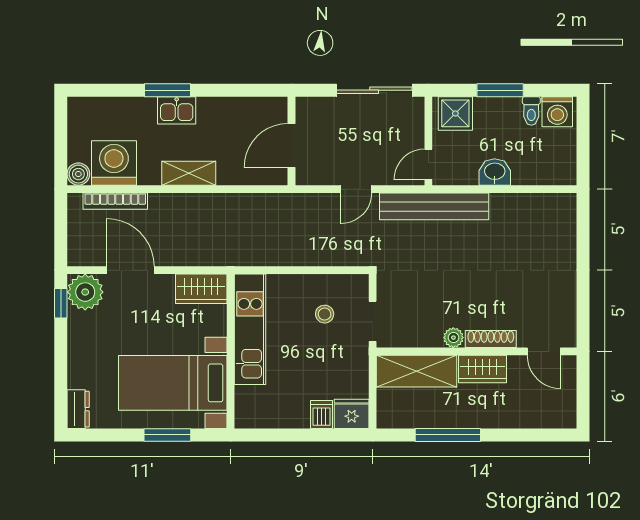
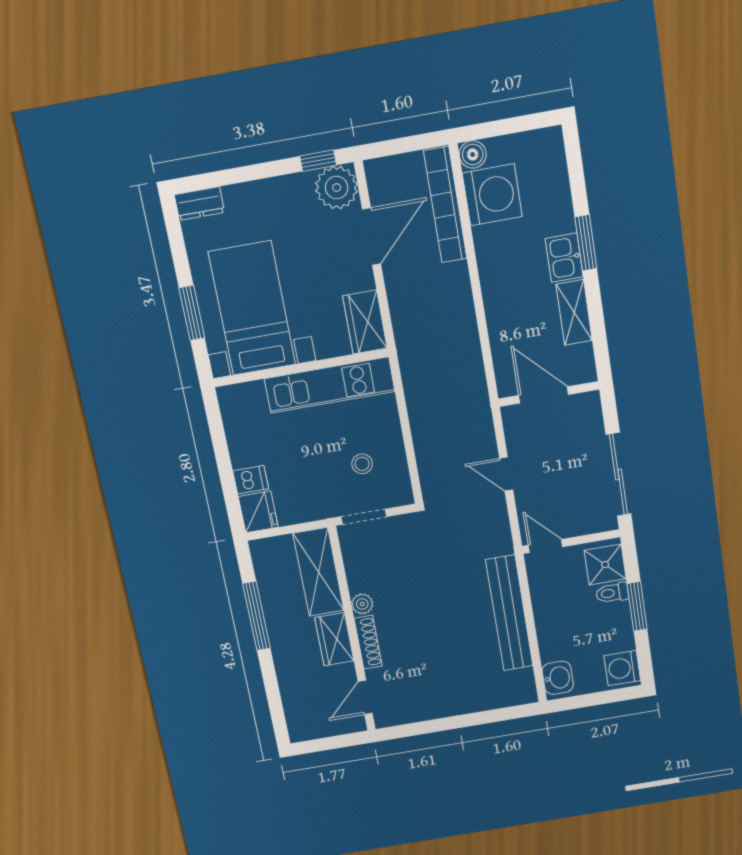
toilet: (531, 111) -> (612, 593), moved
washbasin: (495, 172) -> (558, 678), moved
shelving: (189, 173) -> (574, 312), moved
bookcase: (115, 201) -> (445, 205), width x1.48, depth x1.31
bench: (434, 206) -> (509, 613), moved

